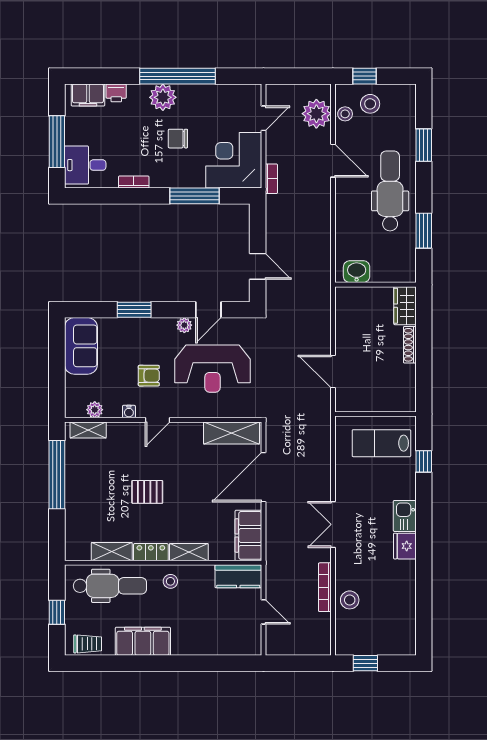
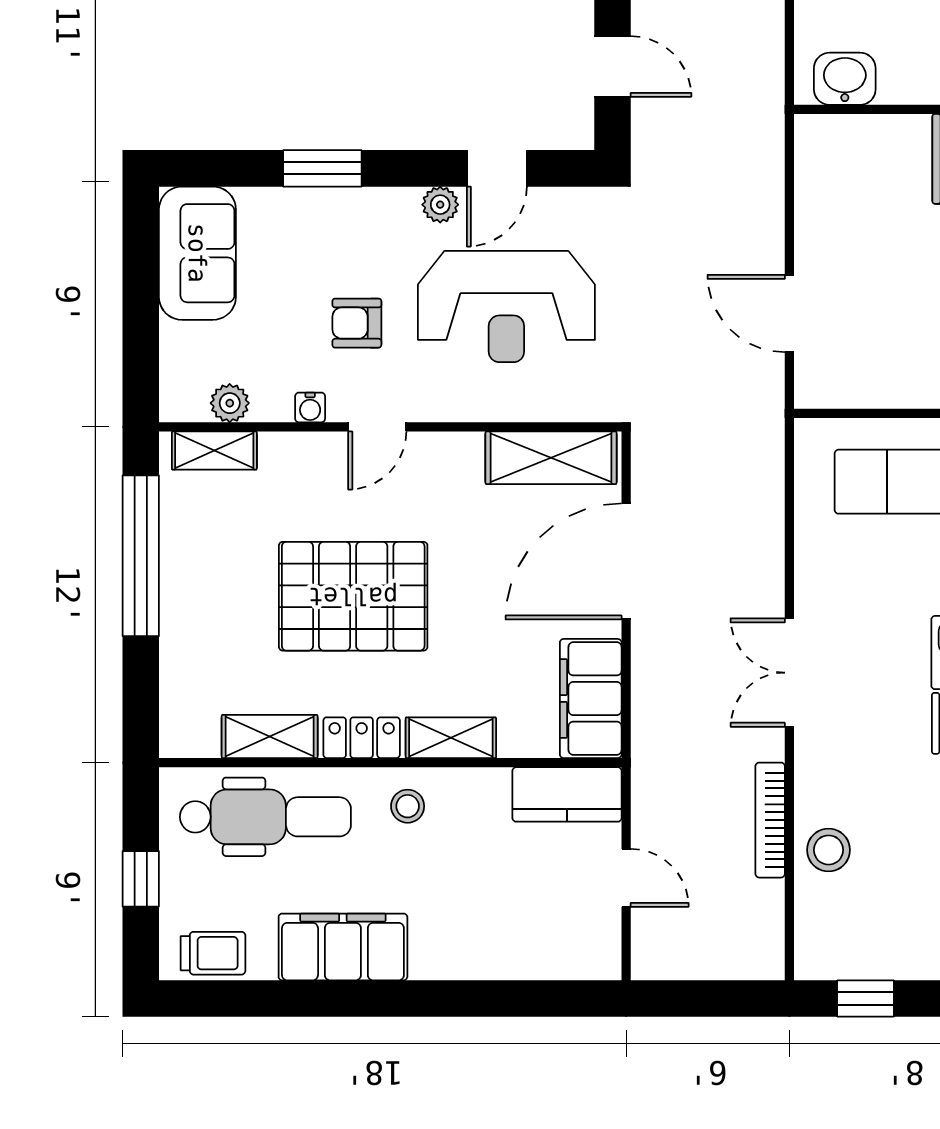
armchair: (149, 376) -> (357, 323), turned 180
pallet: (147, 492) -> (353, 596), width x2.05, depth x2.00

